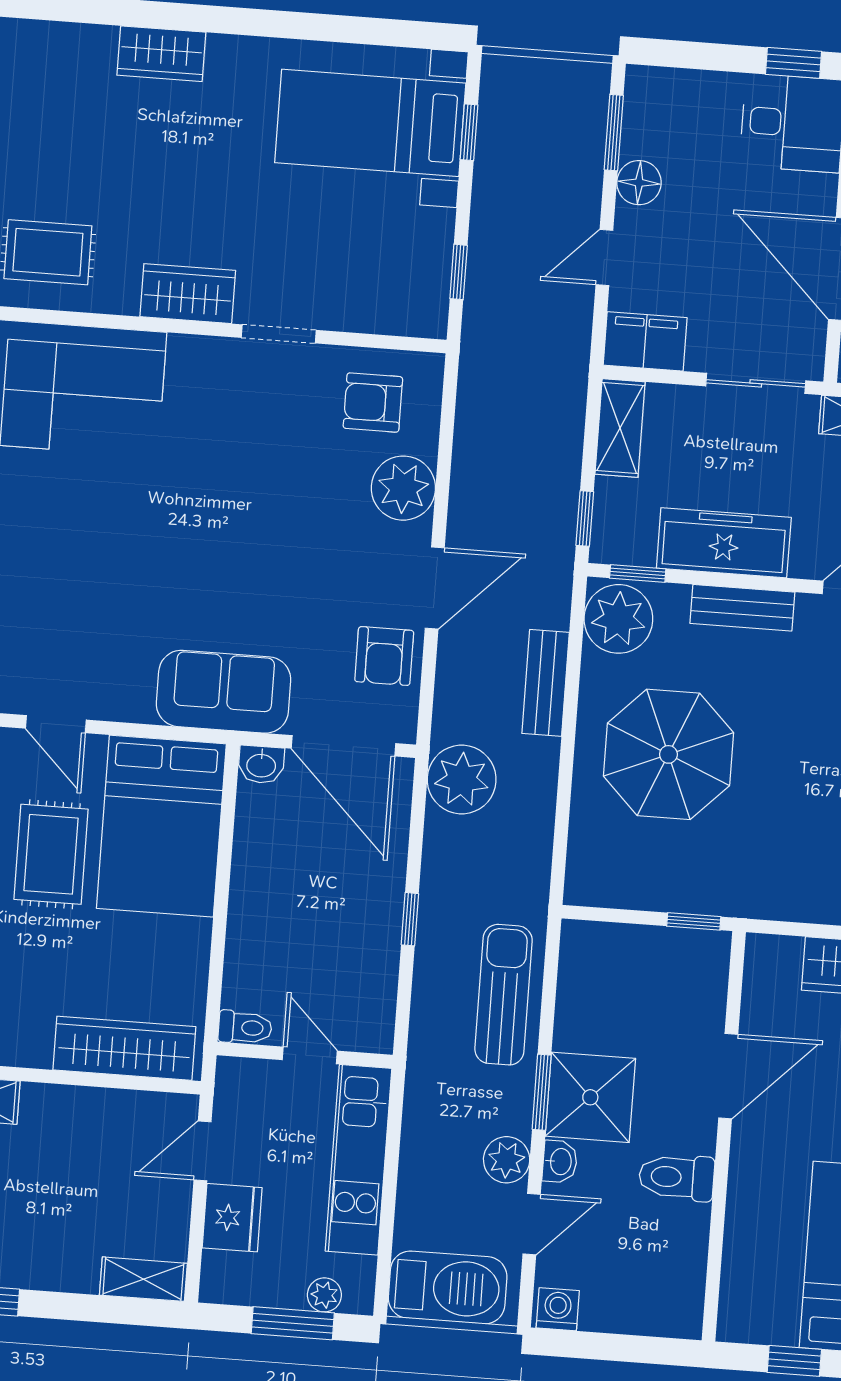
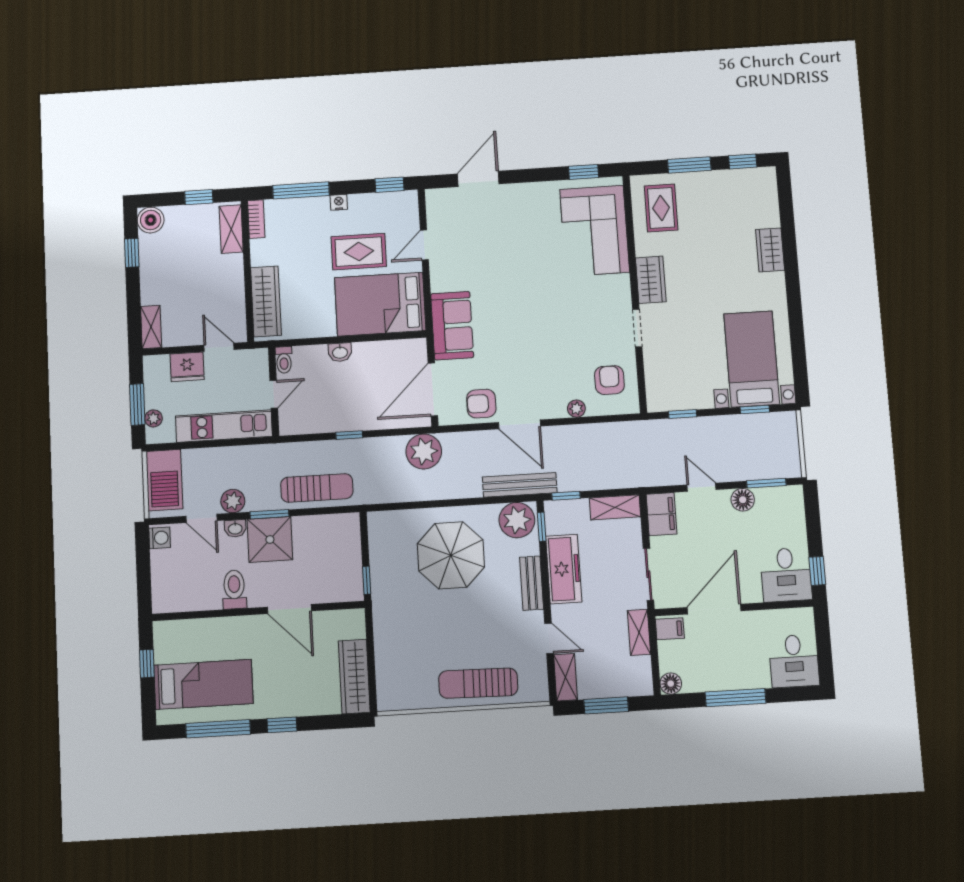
plant: (403, 488) -> (576, 409), width x0.53, depth x0.53
bench: (546, 683) -> (520, 485), moved, width x1.36
washbasin: (261, 765) -> (340, 352), moved, turned -90

